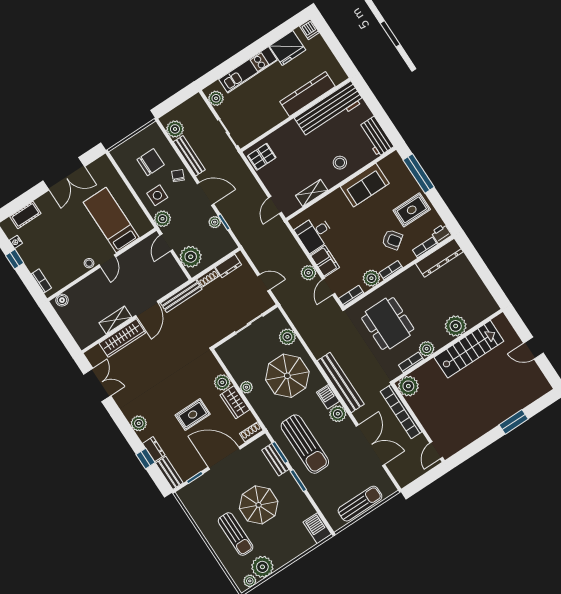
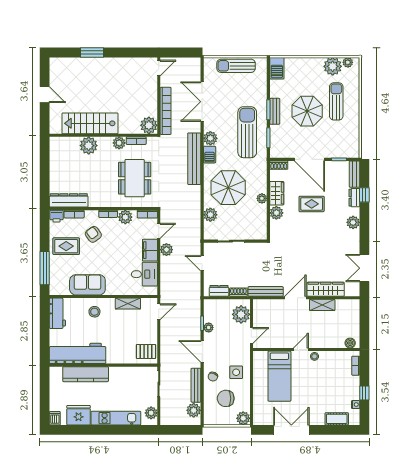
plant: (162, 219) -> (243, 418), moved
bench: (275, 460) -> (275, 111), moved

